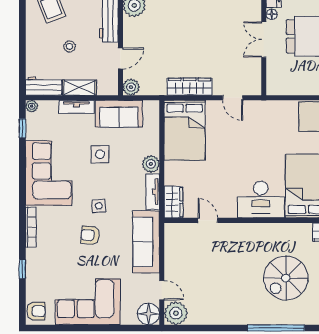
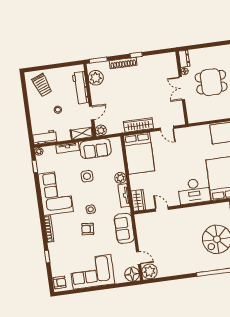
shelving: (79, 88) -> (82, 133), moved
sofa: (146, 242) -> (124, 228), width x0.73

